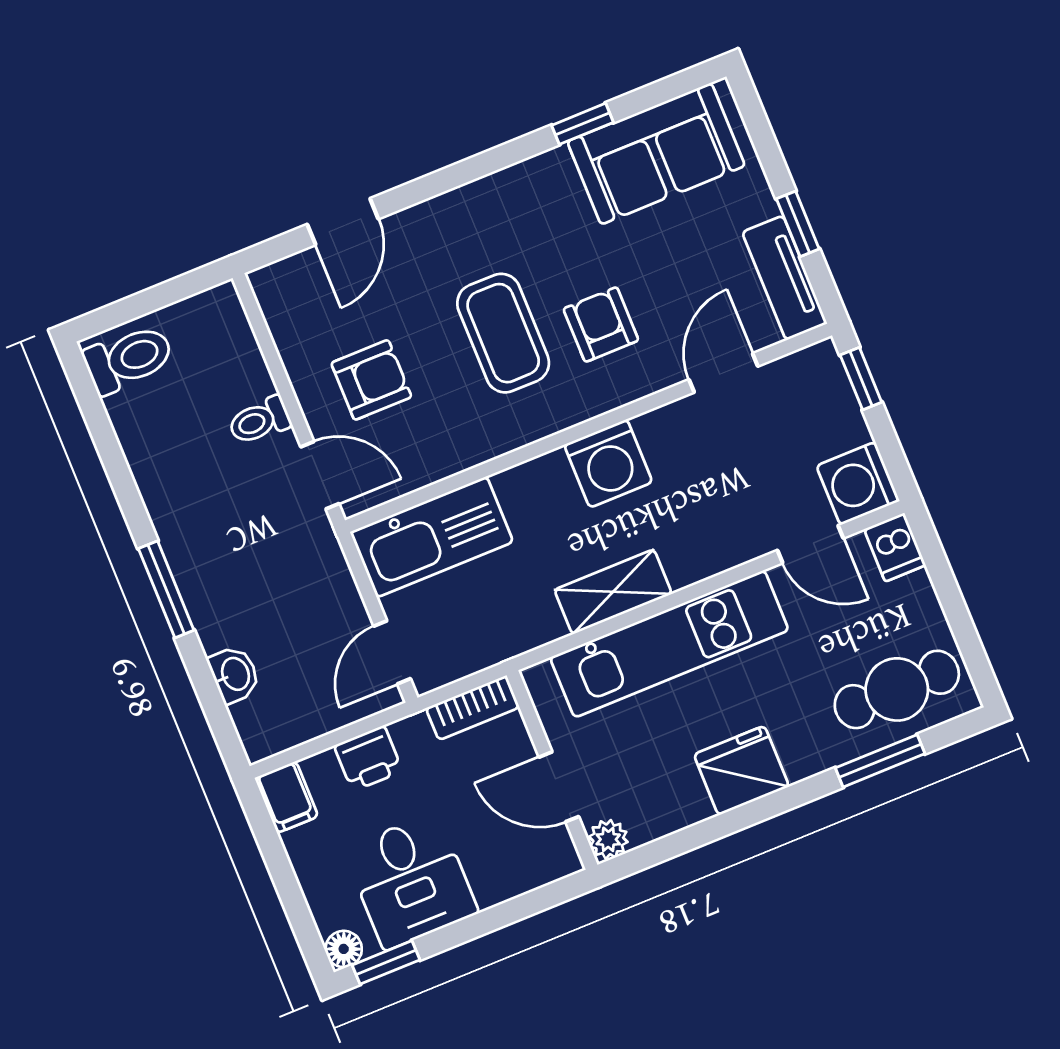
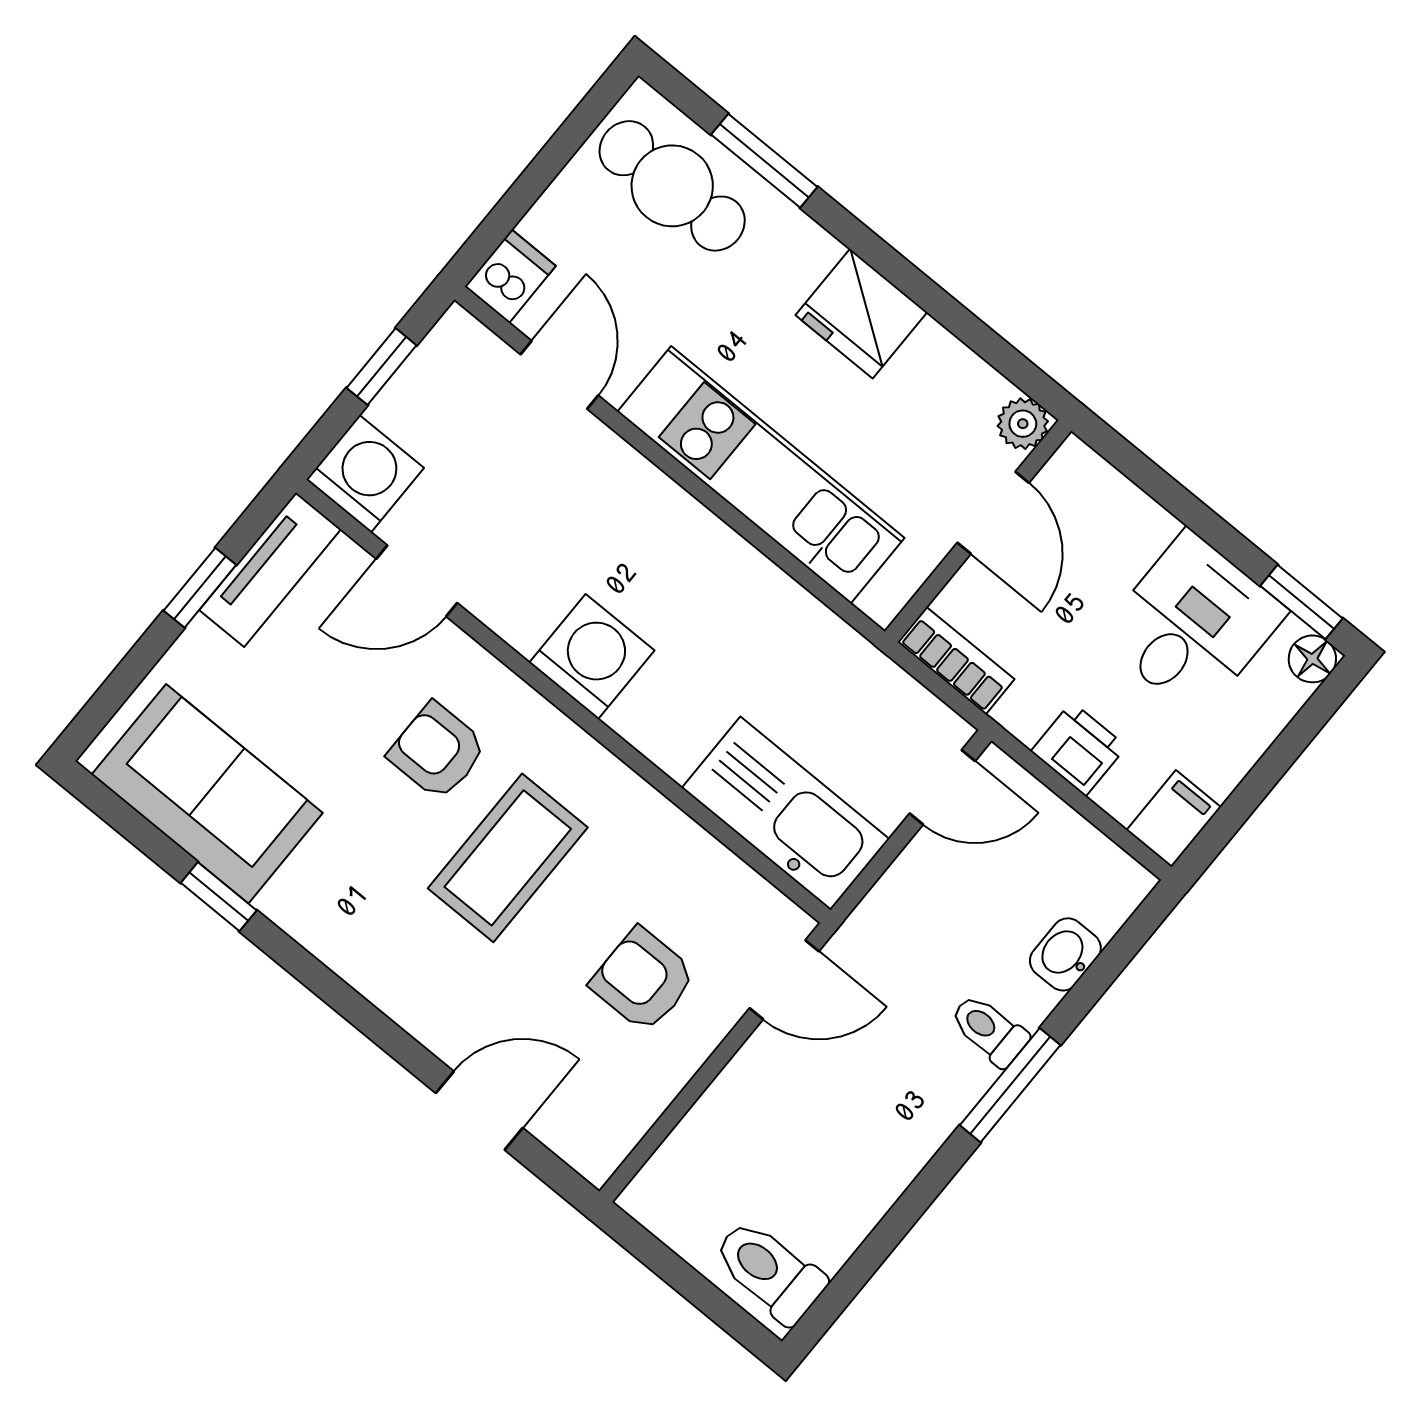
armchair: (601, 325) -> (437, 751), turned 90
window: (861, 379) -> (382, 367), moved
toilet: (259, 421) -> (989, 1030), moved, turned 180
door: (320, 475) -> (784, 980), swing flipped
washing machine: (858, 483) -> (365, 474), moved, turned -90
shelving: (613, 592) -> (736, 571), removed

